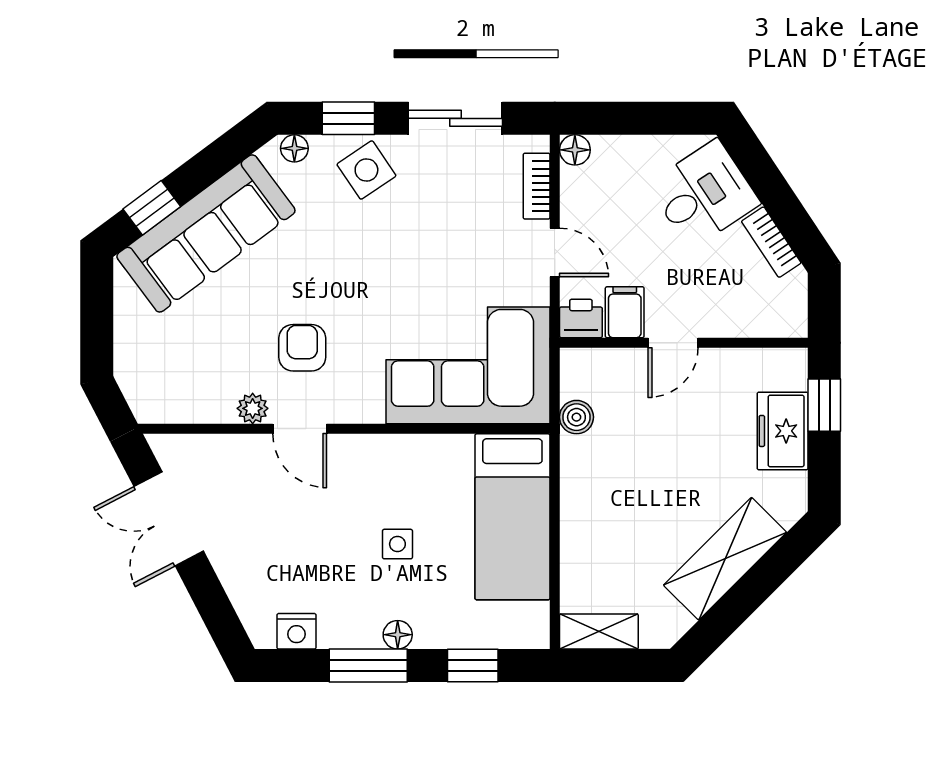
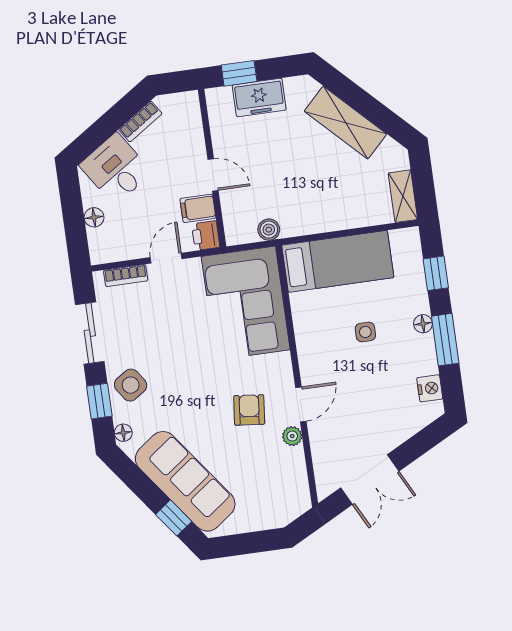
floor lamp: (575, 150) -> (94, 217), moved
armchair: (302, 348) -> (249, 410), turned 96

